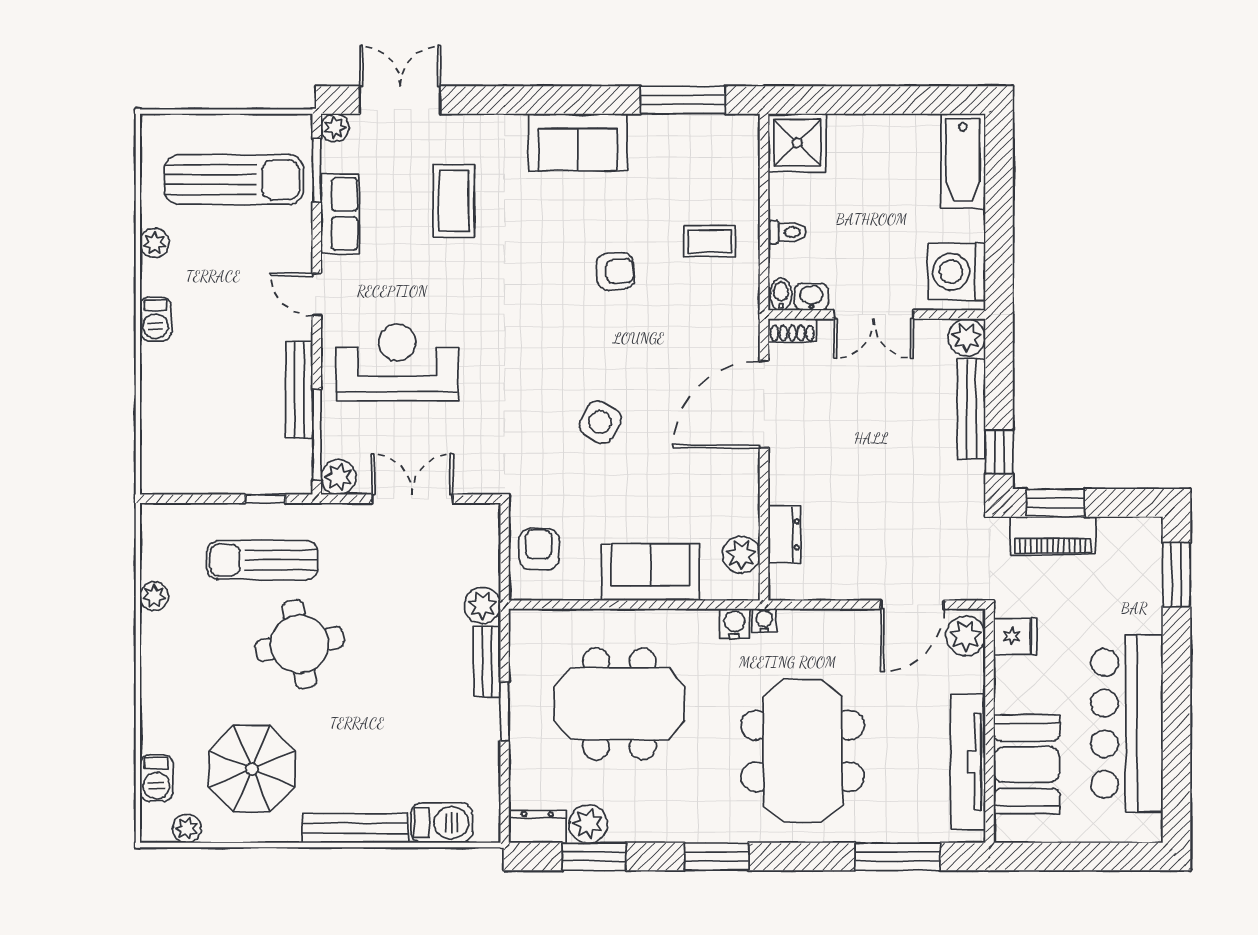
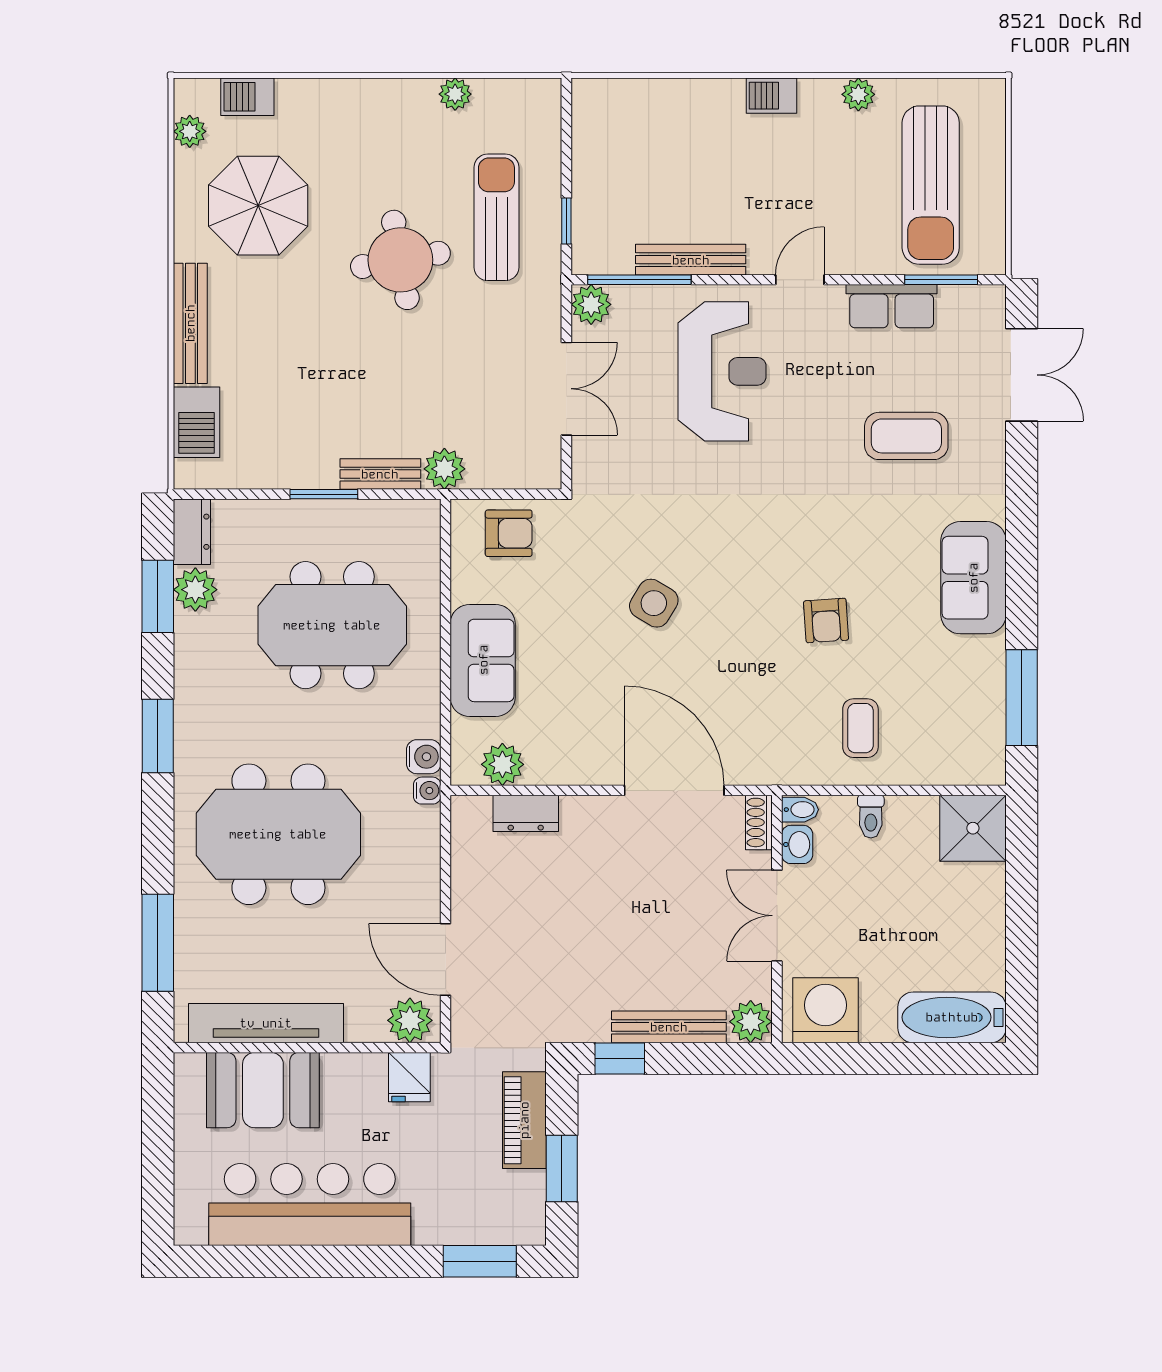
plant: (335, 128) -> (990, 300), removed
window: (1055, 503) -> (562, 1169), moved
meeting table: (619, 704) -> (332, 625), turned 90

